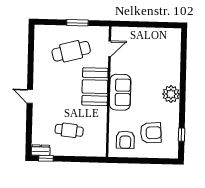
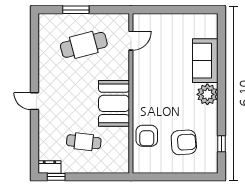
window: (77, 23) -> (76, 10), moved
booth: (95, 87) -> (114, 103), moved
sofa: (120, 92) -> (205, 61), moved, turned 180
armchair: (125, 140) -> (147, 136), moved

